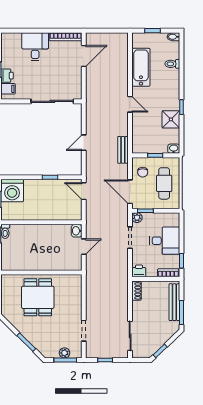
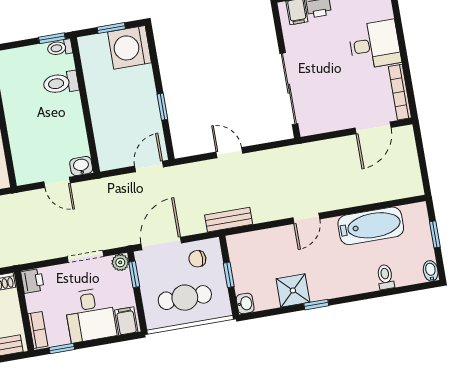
door: (84, 56) -> (373, 128), hinge flipped
filing cabinet: (172, 220) -> (126, 321), added
toilet: (26, 234) -> (61, 83), added

